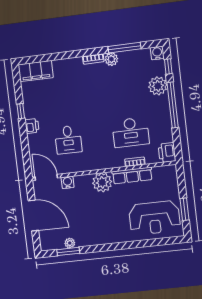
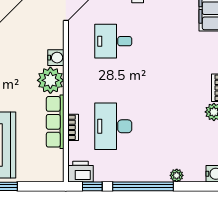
window: (168, 66) -> (92, 186), moved
plant: (158, 86) -> (177, 175), width x0.53, depth x0.53
water cooler: (68, 182) -> (56, 58), moved

